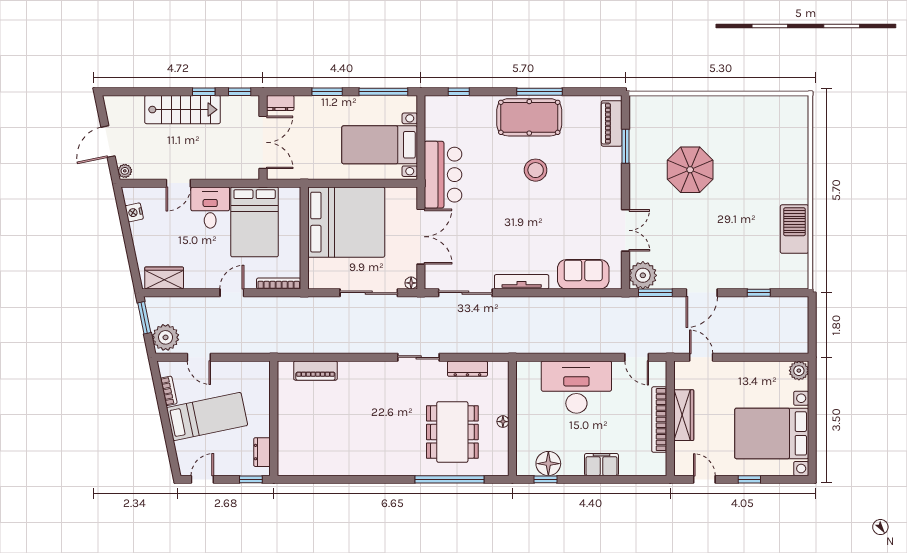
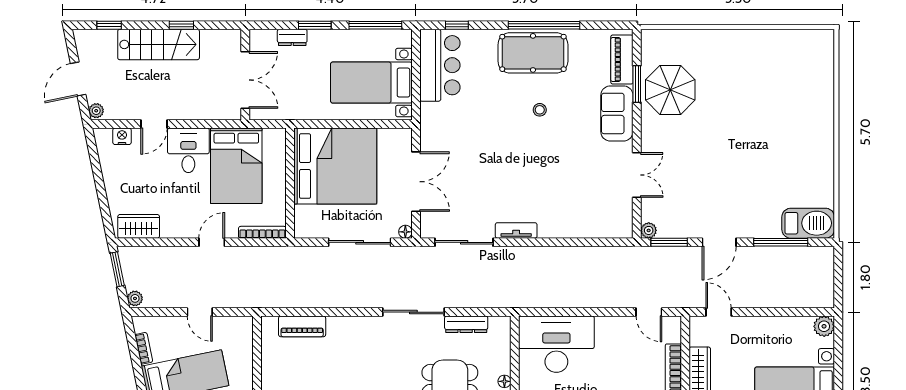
window: (240, 92) -> (109, 25), moved
window: (540, 92) -> (544, 25), width x1.46
dresser: (280, 103) -> (292, 37), moved
stool: (536, 170) -> (540, 110), width x0.53, depth x0.53
parasol: (690, 170) -> (670, 90), moved
bar counter: (443, 175) -> (440, 65), moved
nightstand: (134, 212) -> (122, 136), moved, turned 102
barbecue: (794, 229) -> (808, 223), moved, turned 90
sofa: (583, 274) -> (617, 113), moved, turned -90
plant: (643, 275) -> (649, 230), width x0.53, depth x0.53
tv unit: (522, 282) -> (516, 230), width x0.71
window: (759, 293) -> (781, 242), width x2.17
plant: (166, 337) -> (135, 298), width x0.53, depth x0.53
door: (199, 357) -> (200, 312), moved
sliding door: (419, 357) -> (413, 312), width x1.37
desk: (576, 387) -> (556, 344), moved

